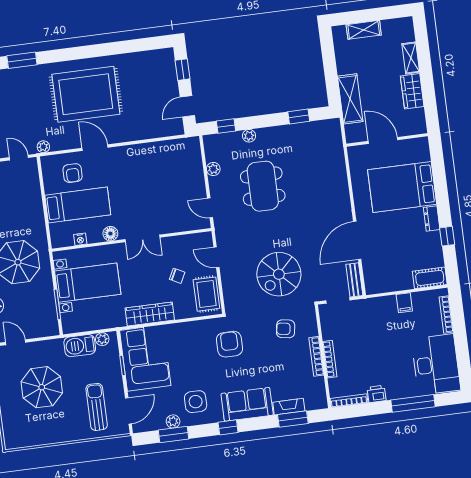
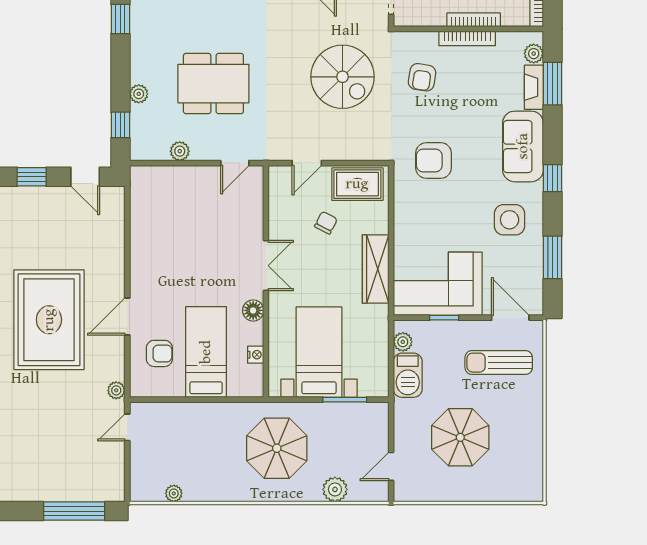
plant: (173, 421) -> (534, 54), moved

